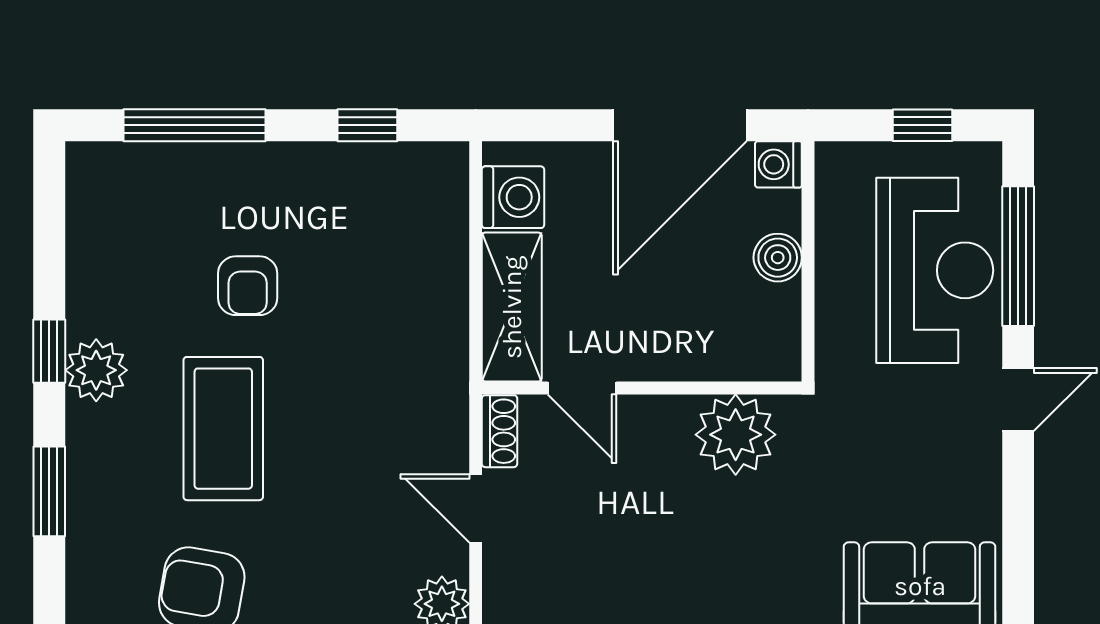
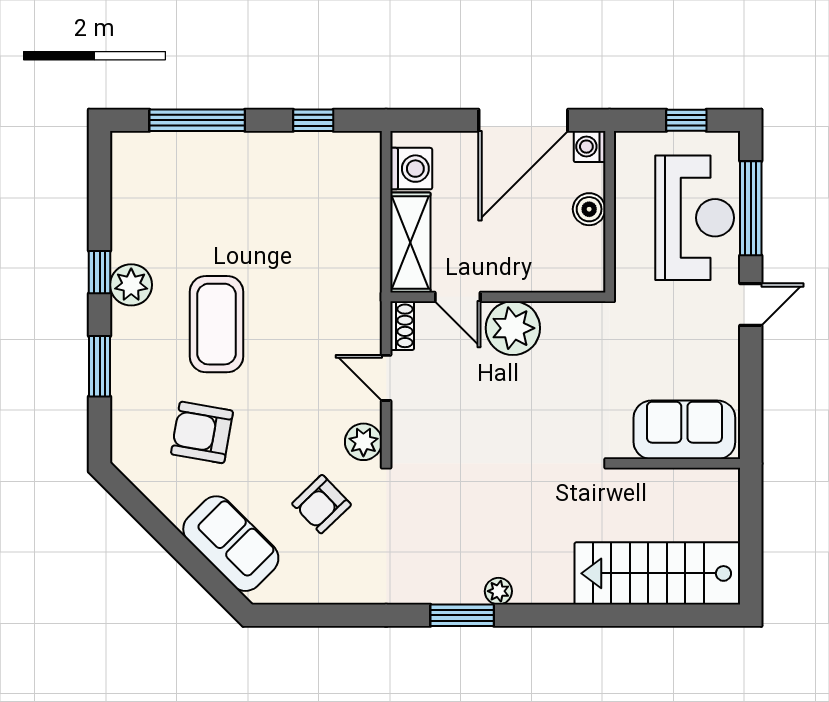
armchair: (248, 286) -> (233, 228), removed
plant: (736, 435) -> (513, 328), moved

